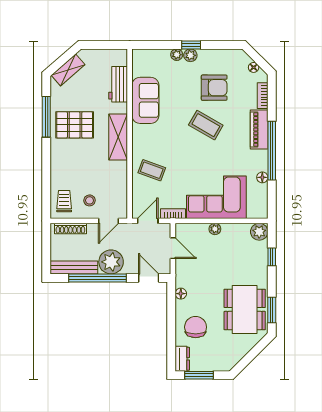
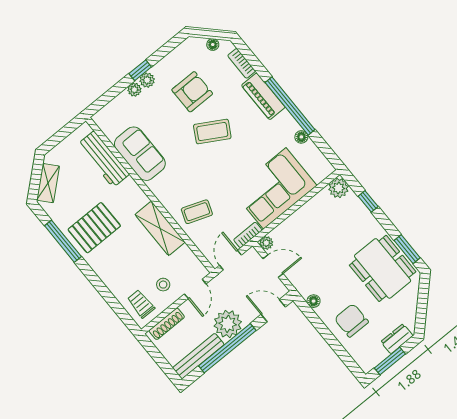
workbench: (118, 84) -> (104, 159), width x1.38
shelving: (118, 137) -> (160, 228), moved
plant: (215, 229) -> (266, 243), moved
dresser: (182, 359) -> (397, 339), moved, turned -90

